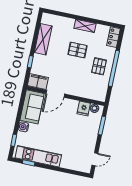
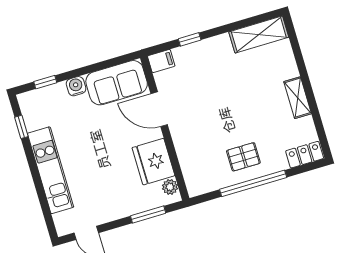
shelving: (43, 39) -> (259, 34), moved
pallet: (78, 50) -> (251, 107), removed
filing cabinet: (38, 82) -> (161, 61), width x0.50
fridge: (84, 109) -> (153, 162), width x1.88, depth x1.34
kitchen unit: (38, 156) -> (51, 170), moved

